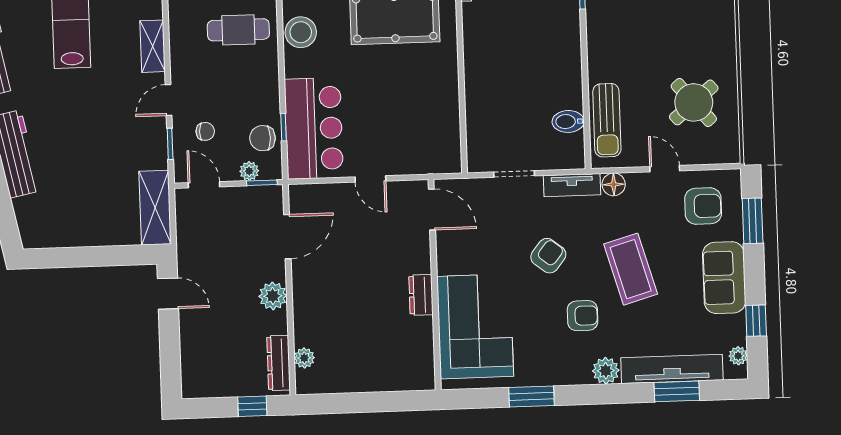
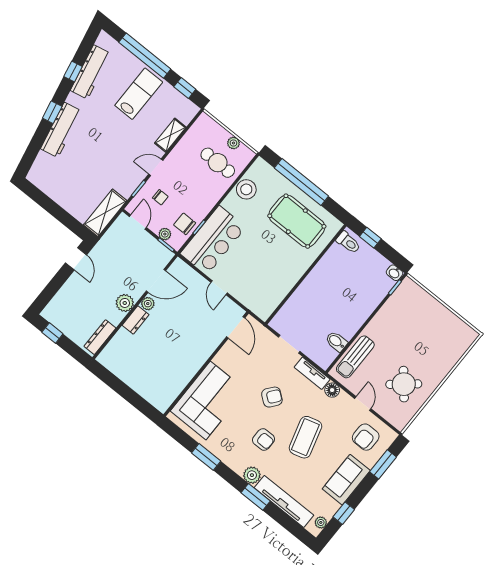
armchair: (703, 206) -> (366, 437), turned 90
dresser: (421, 295) -> (136, 320), moved, turned 180
plant: (304, 358) -> (148, 304), moved
window: (677, 391) -> (256, 497), moved
window: (252, 406) -> (52, 333), moved

